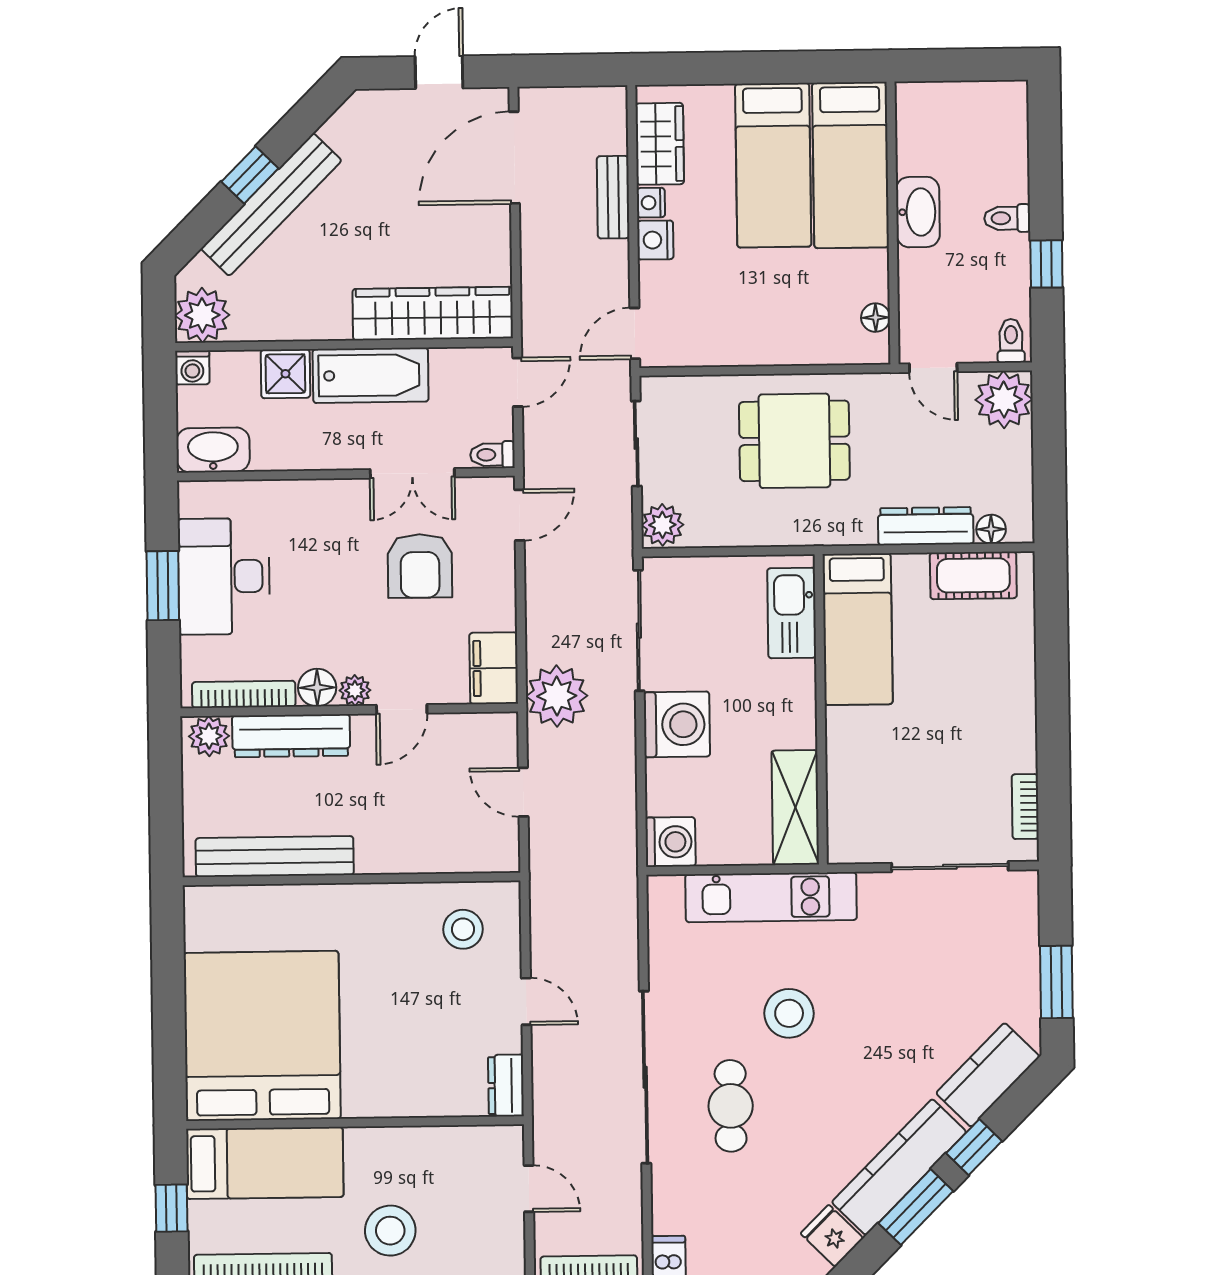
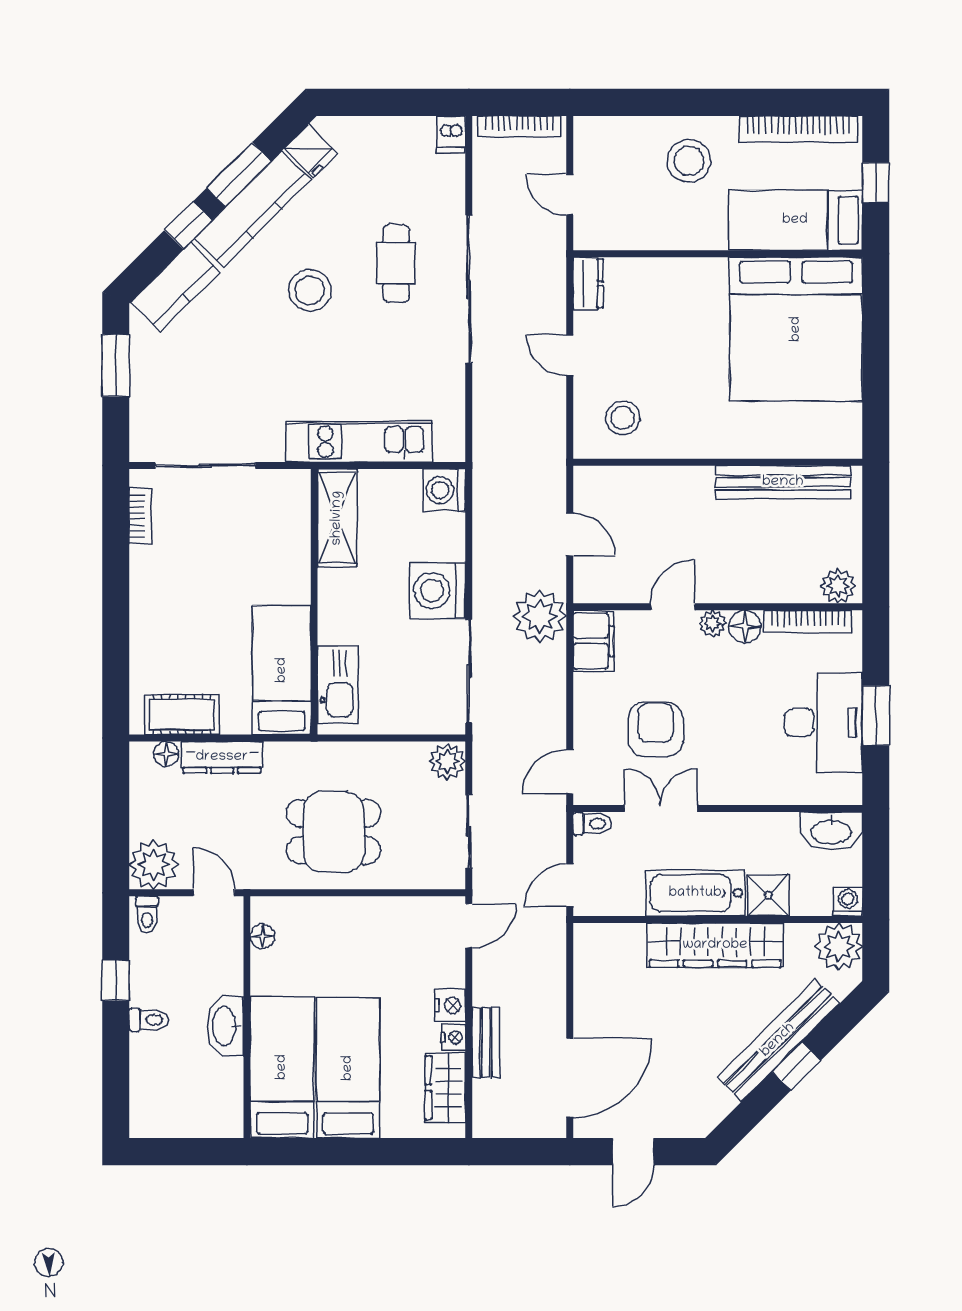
wardrobe: (433, 314) -> (715, 945), moved
dresser: (291, 736) -> (768, 586), removed
stool: (789, 1013) -> (310, 290), moved

